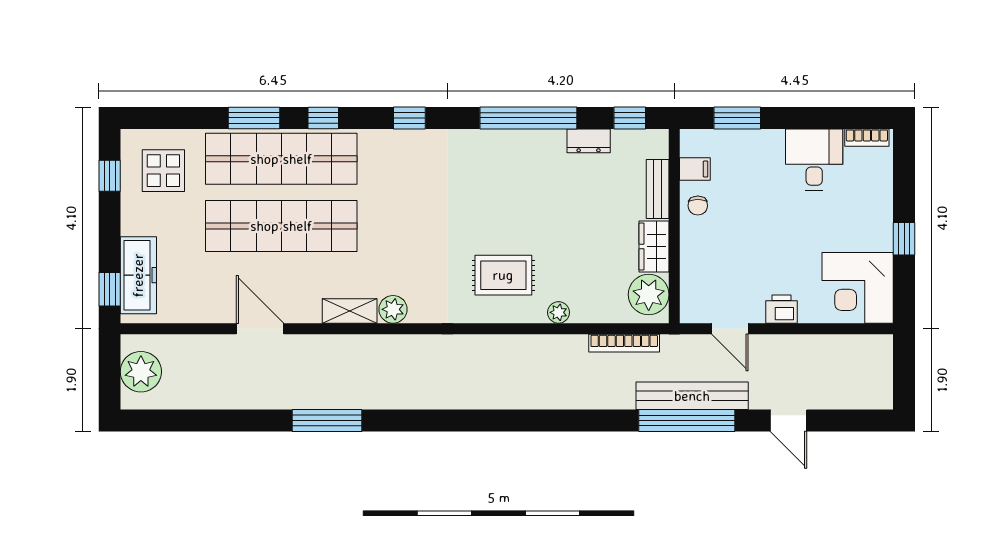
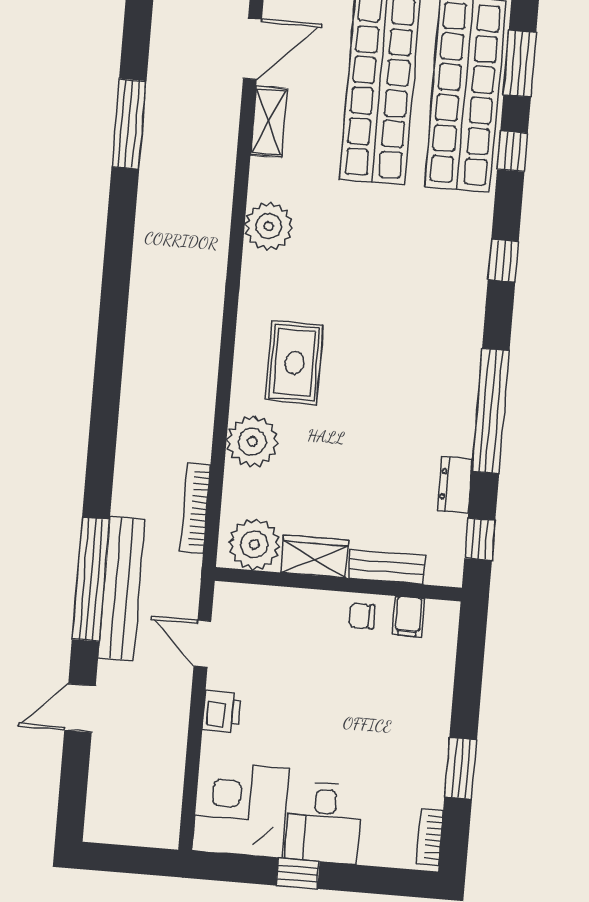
window: (737, 118) -> (461, 768), moved
desk: (814, 159) -> (324, 823), moved, turned 90
plant: (393, 309) -> (269, 226), width x1.36, depth x1.36
shelving: (350, 311) -> (269, 122), moved
plant: (559, 312) -> (252, 441), width x1.88, depth x1.88
door: (730, 329) -> (202, 644), hinge flipped

